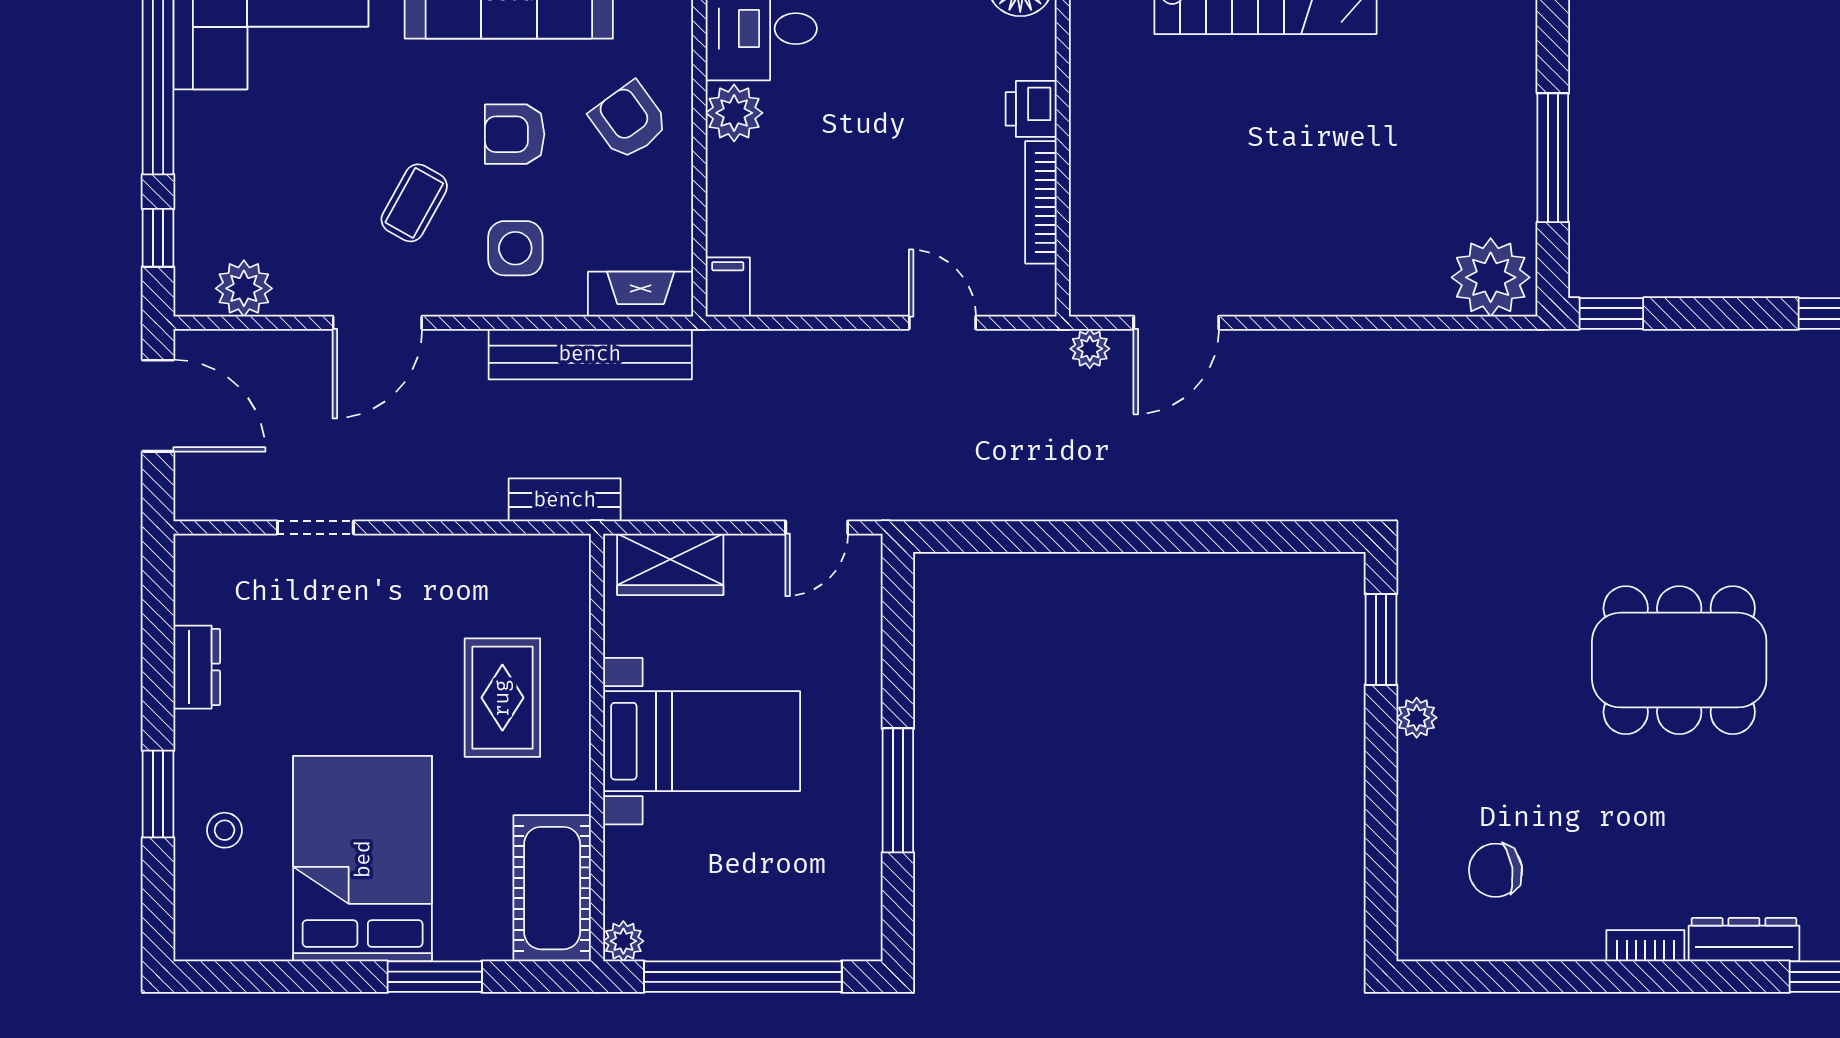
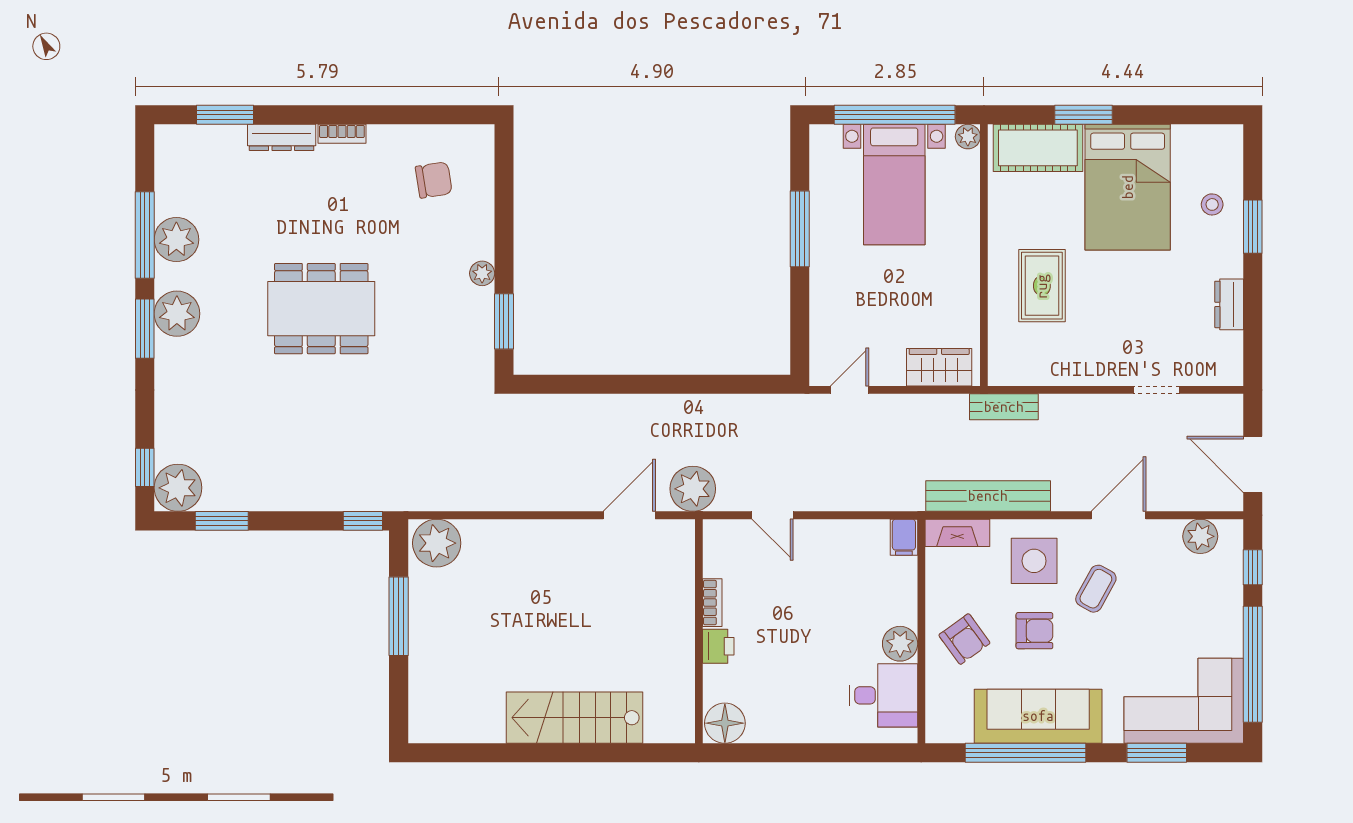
bookcase: (1041, 202) -> (712, 603), width x0.64
side table: (515, 248) -> (1034, 561), width x1.37, depth x1.37
plant: (1090, 349) -> (693, 489), width x1.88, depth x1.88
bed with nightstands: (702, 741) -> (894, 185), moved, turned -90
cot: (552, 888) -> (1038, 148), moved, turned 90

